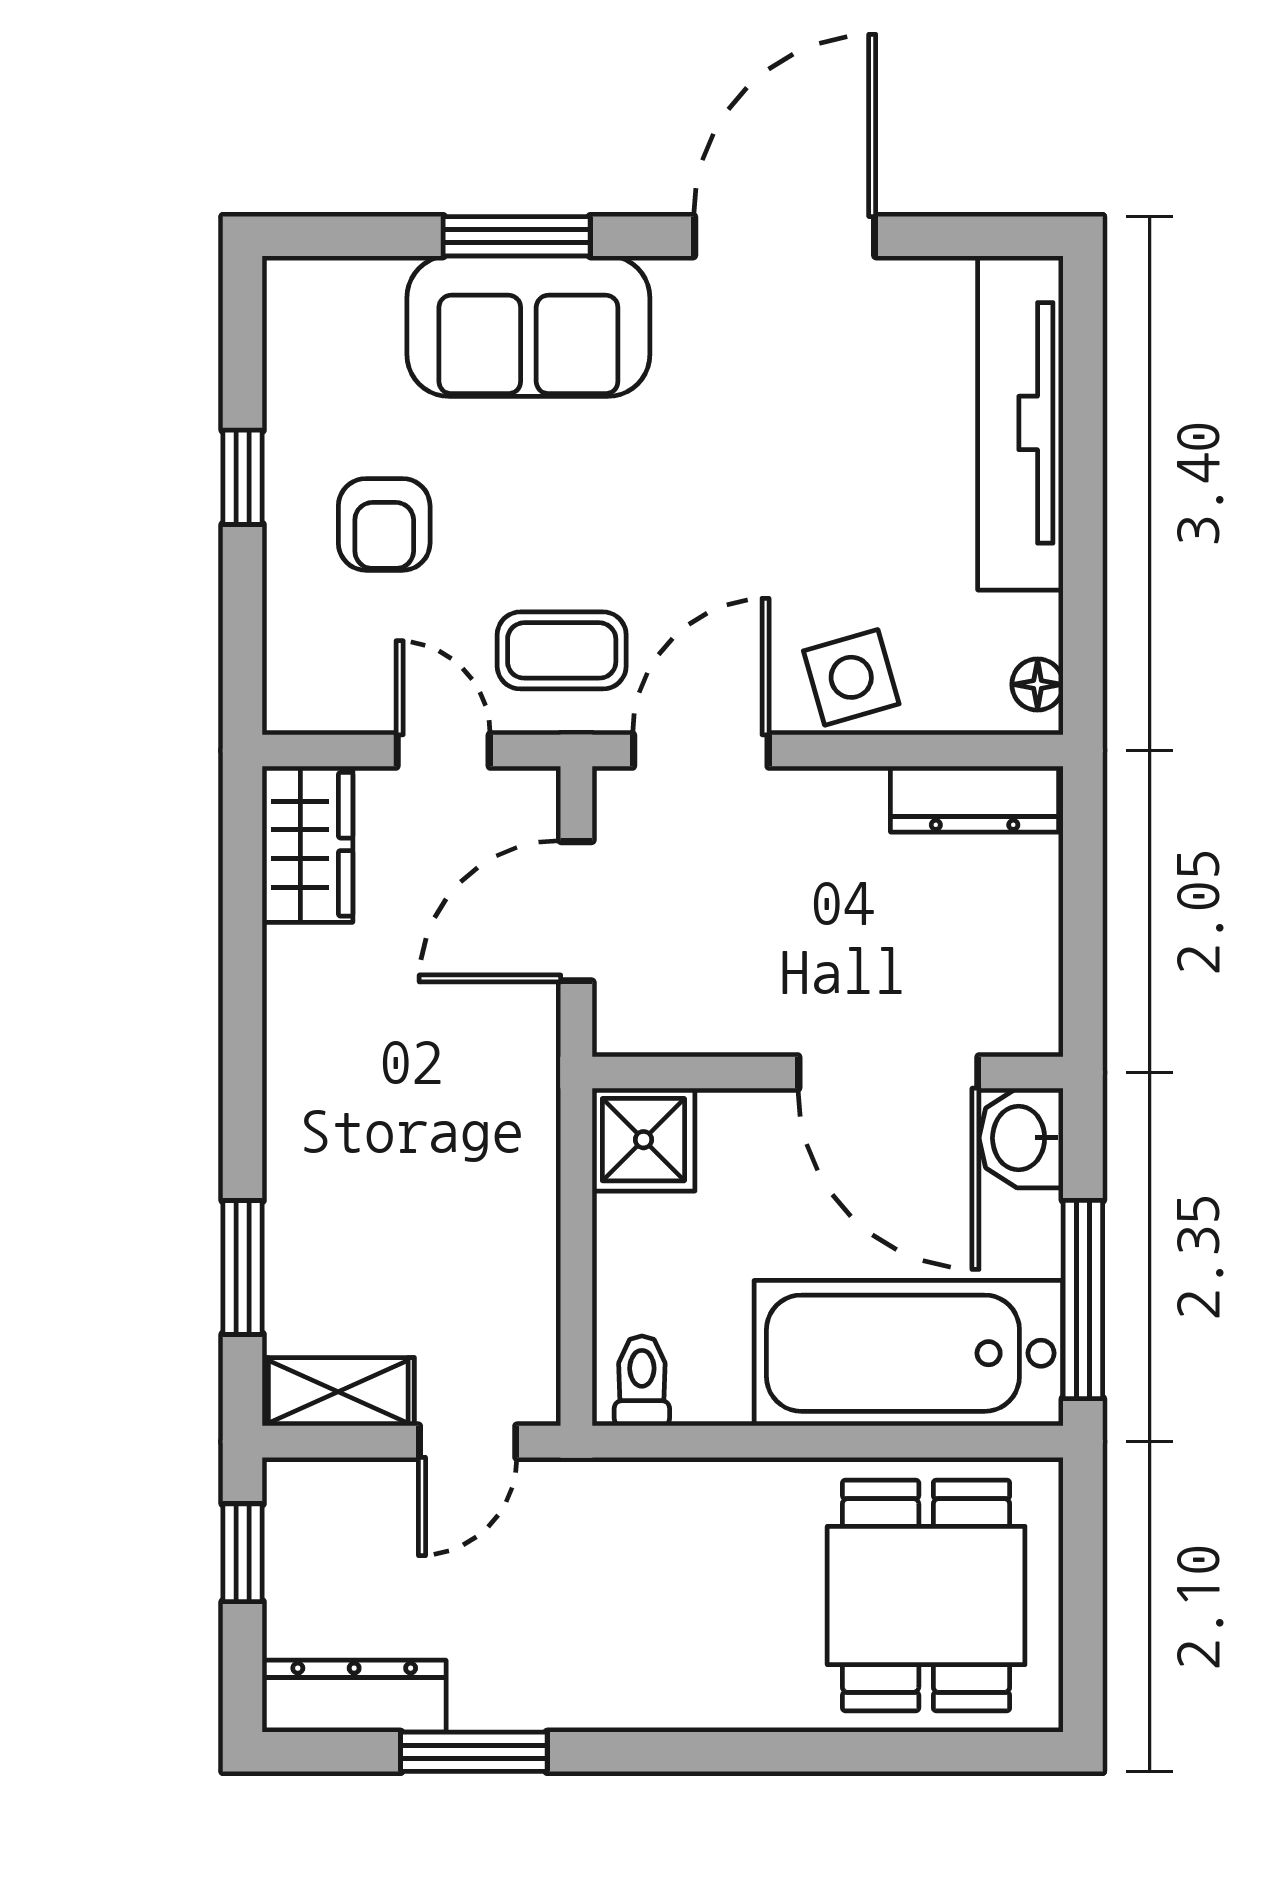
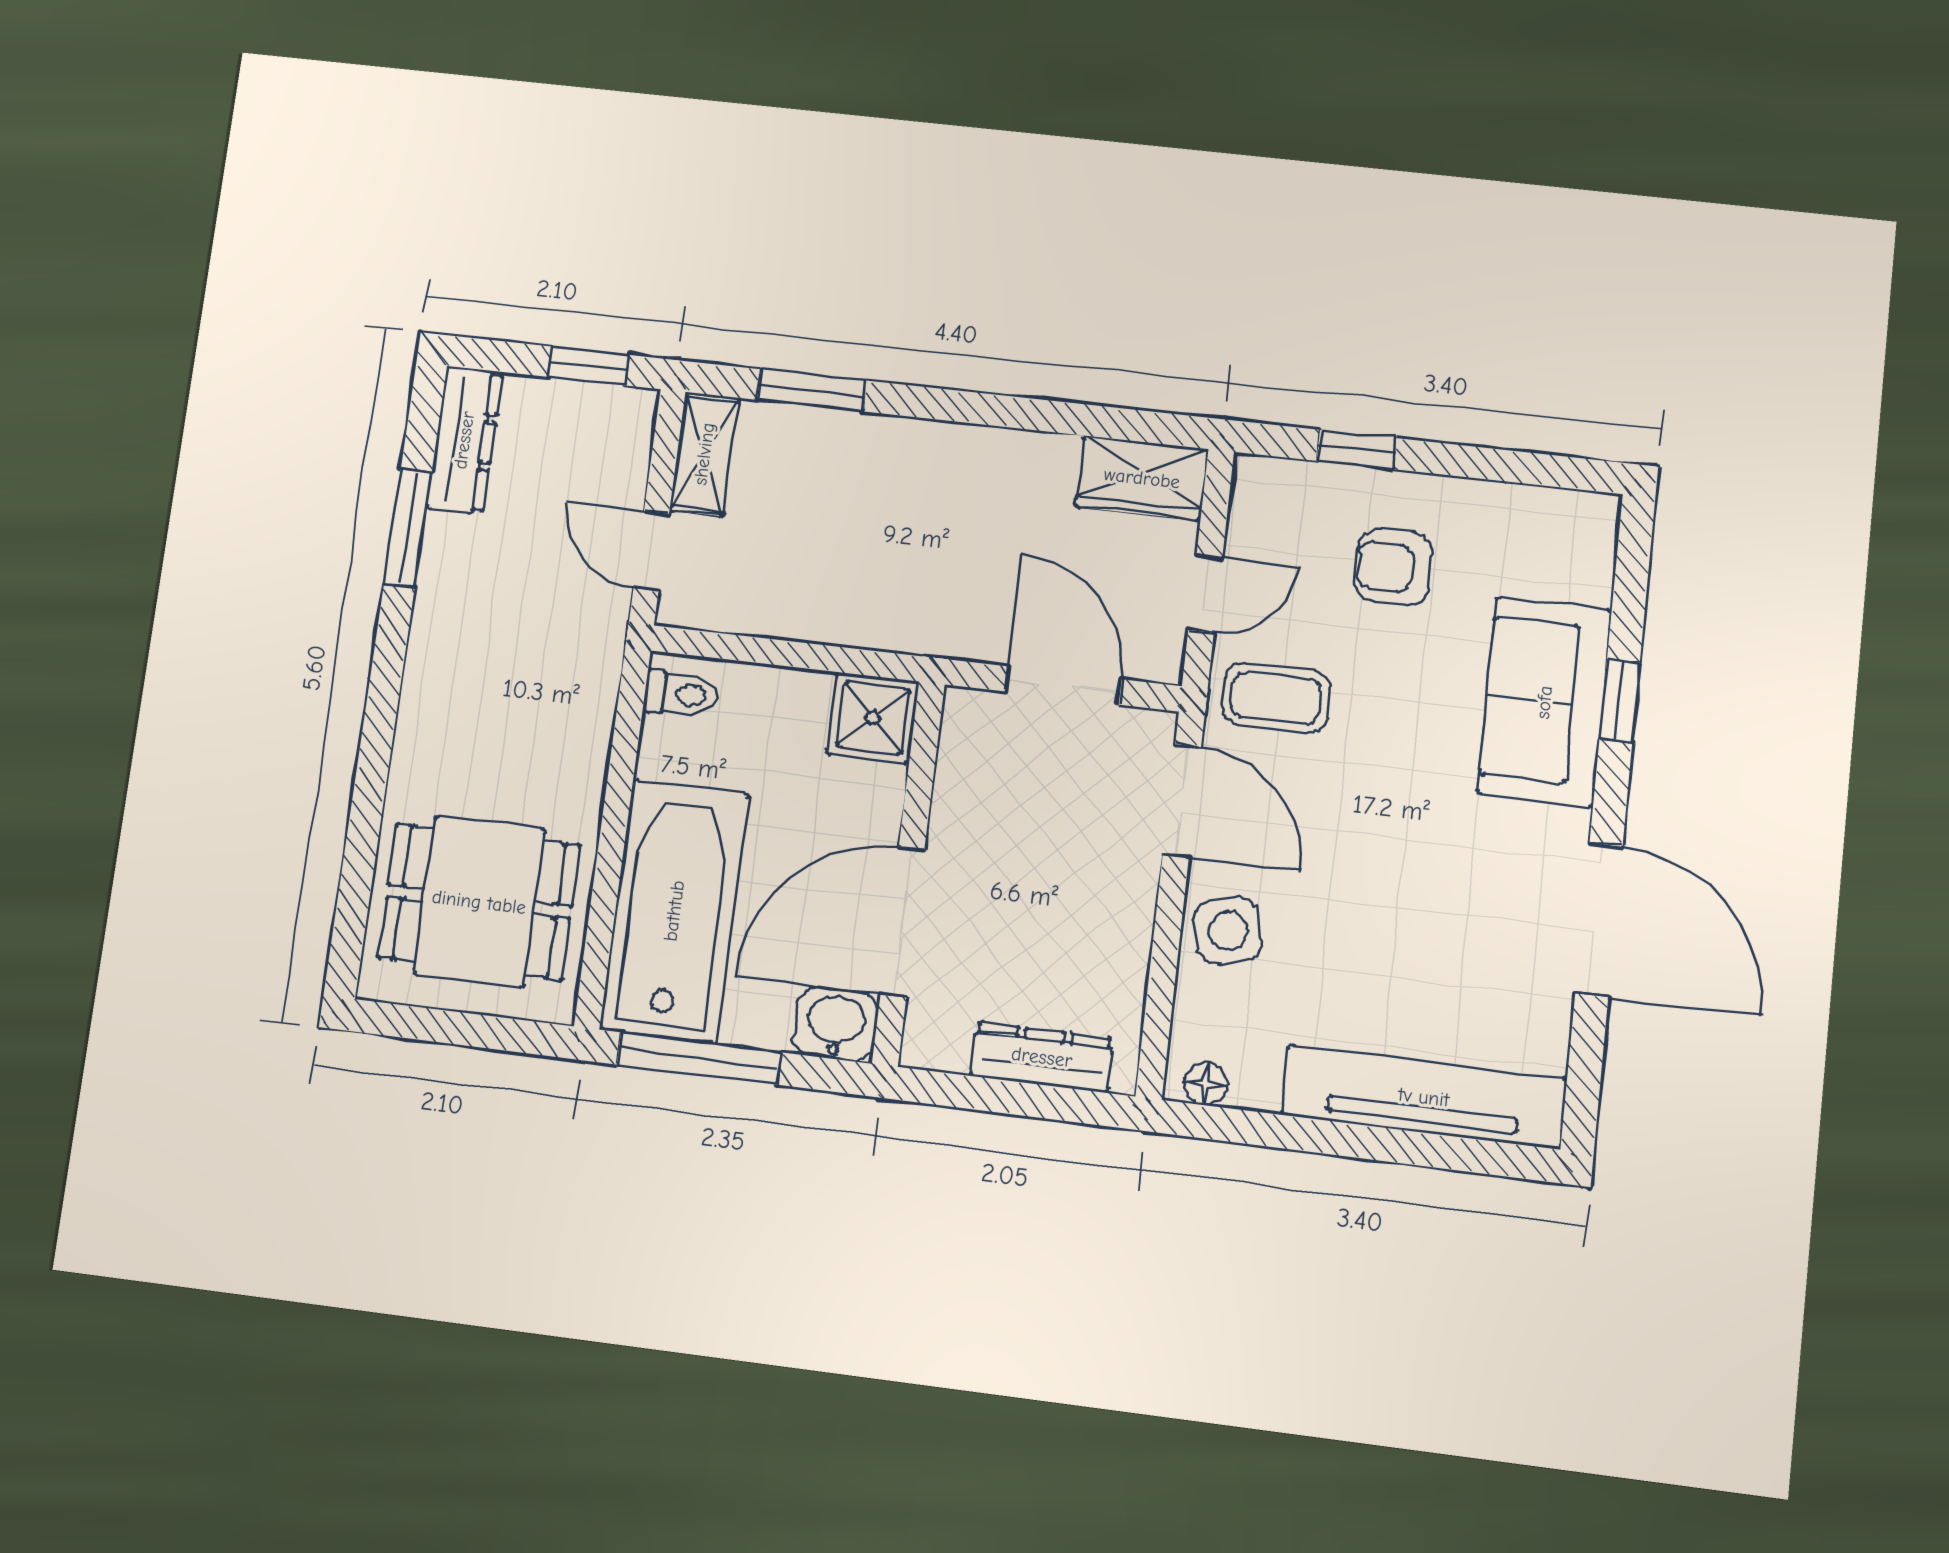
window: (517, 236) -> (1620, 701), width x0.67
window: (243, 477) -> (1357, 450), moved
coffee table: (562, 650) -> (1276, 698), turned 90
dresser: (975, 799) -> (1042, 1057), moved, turned 90

